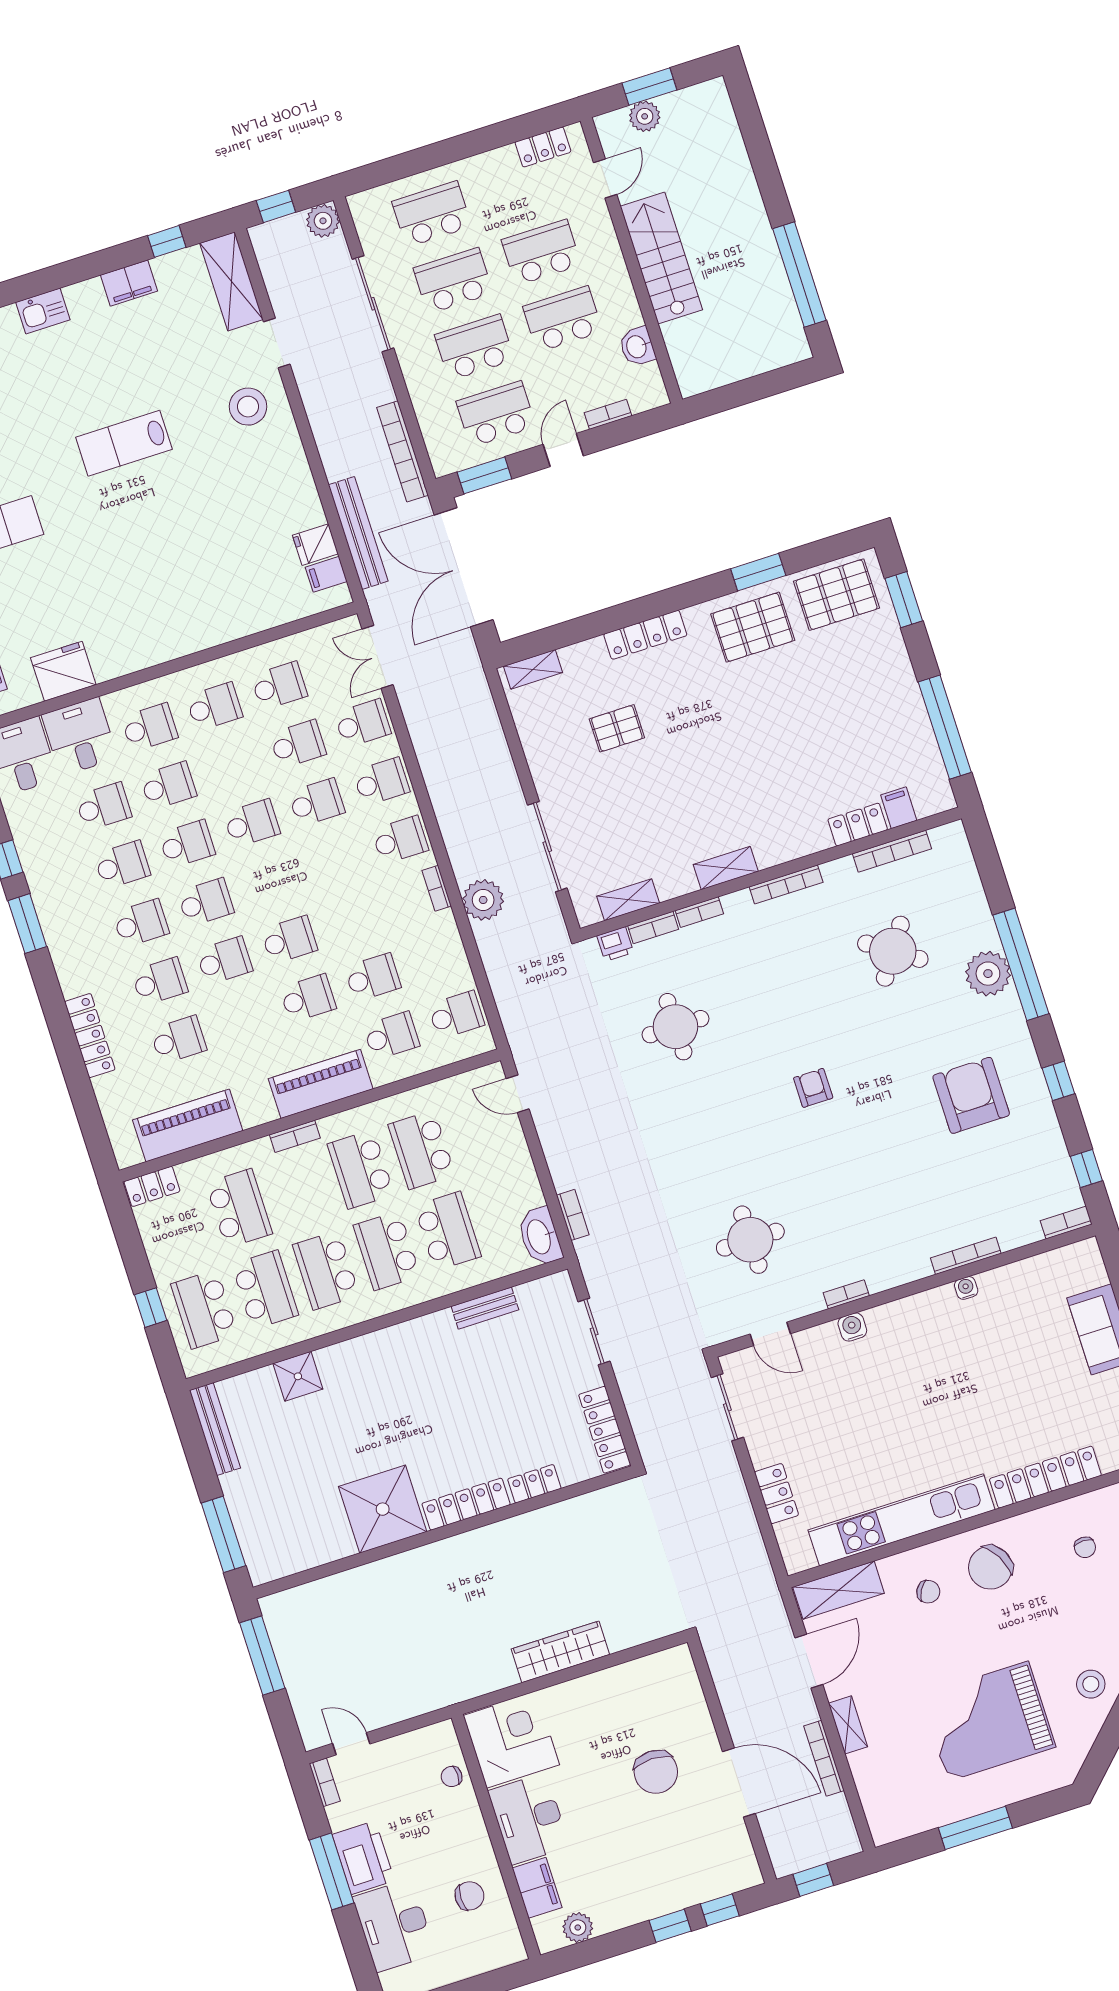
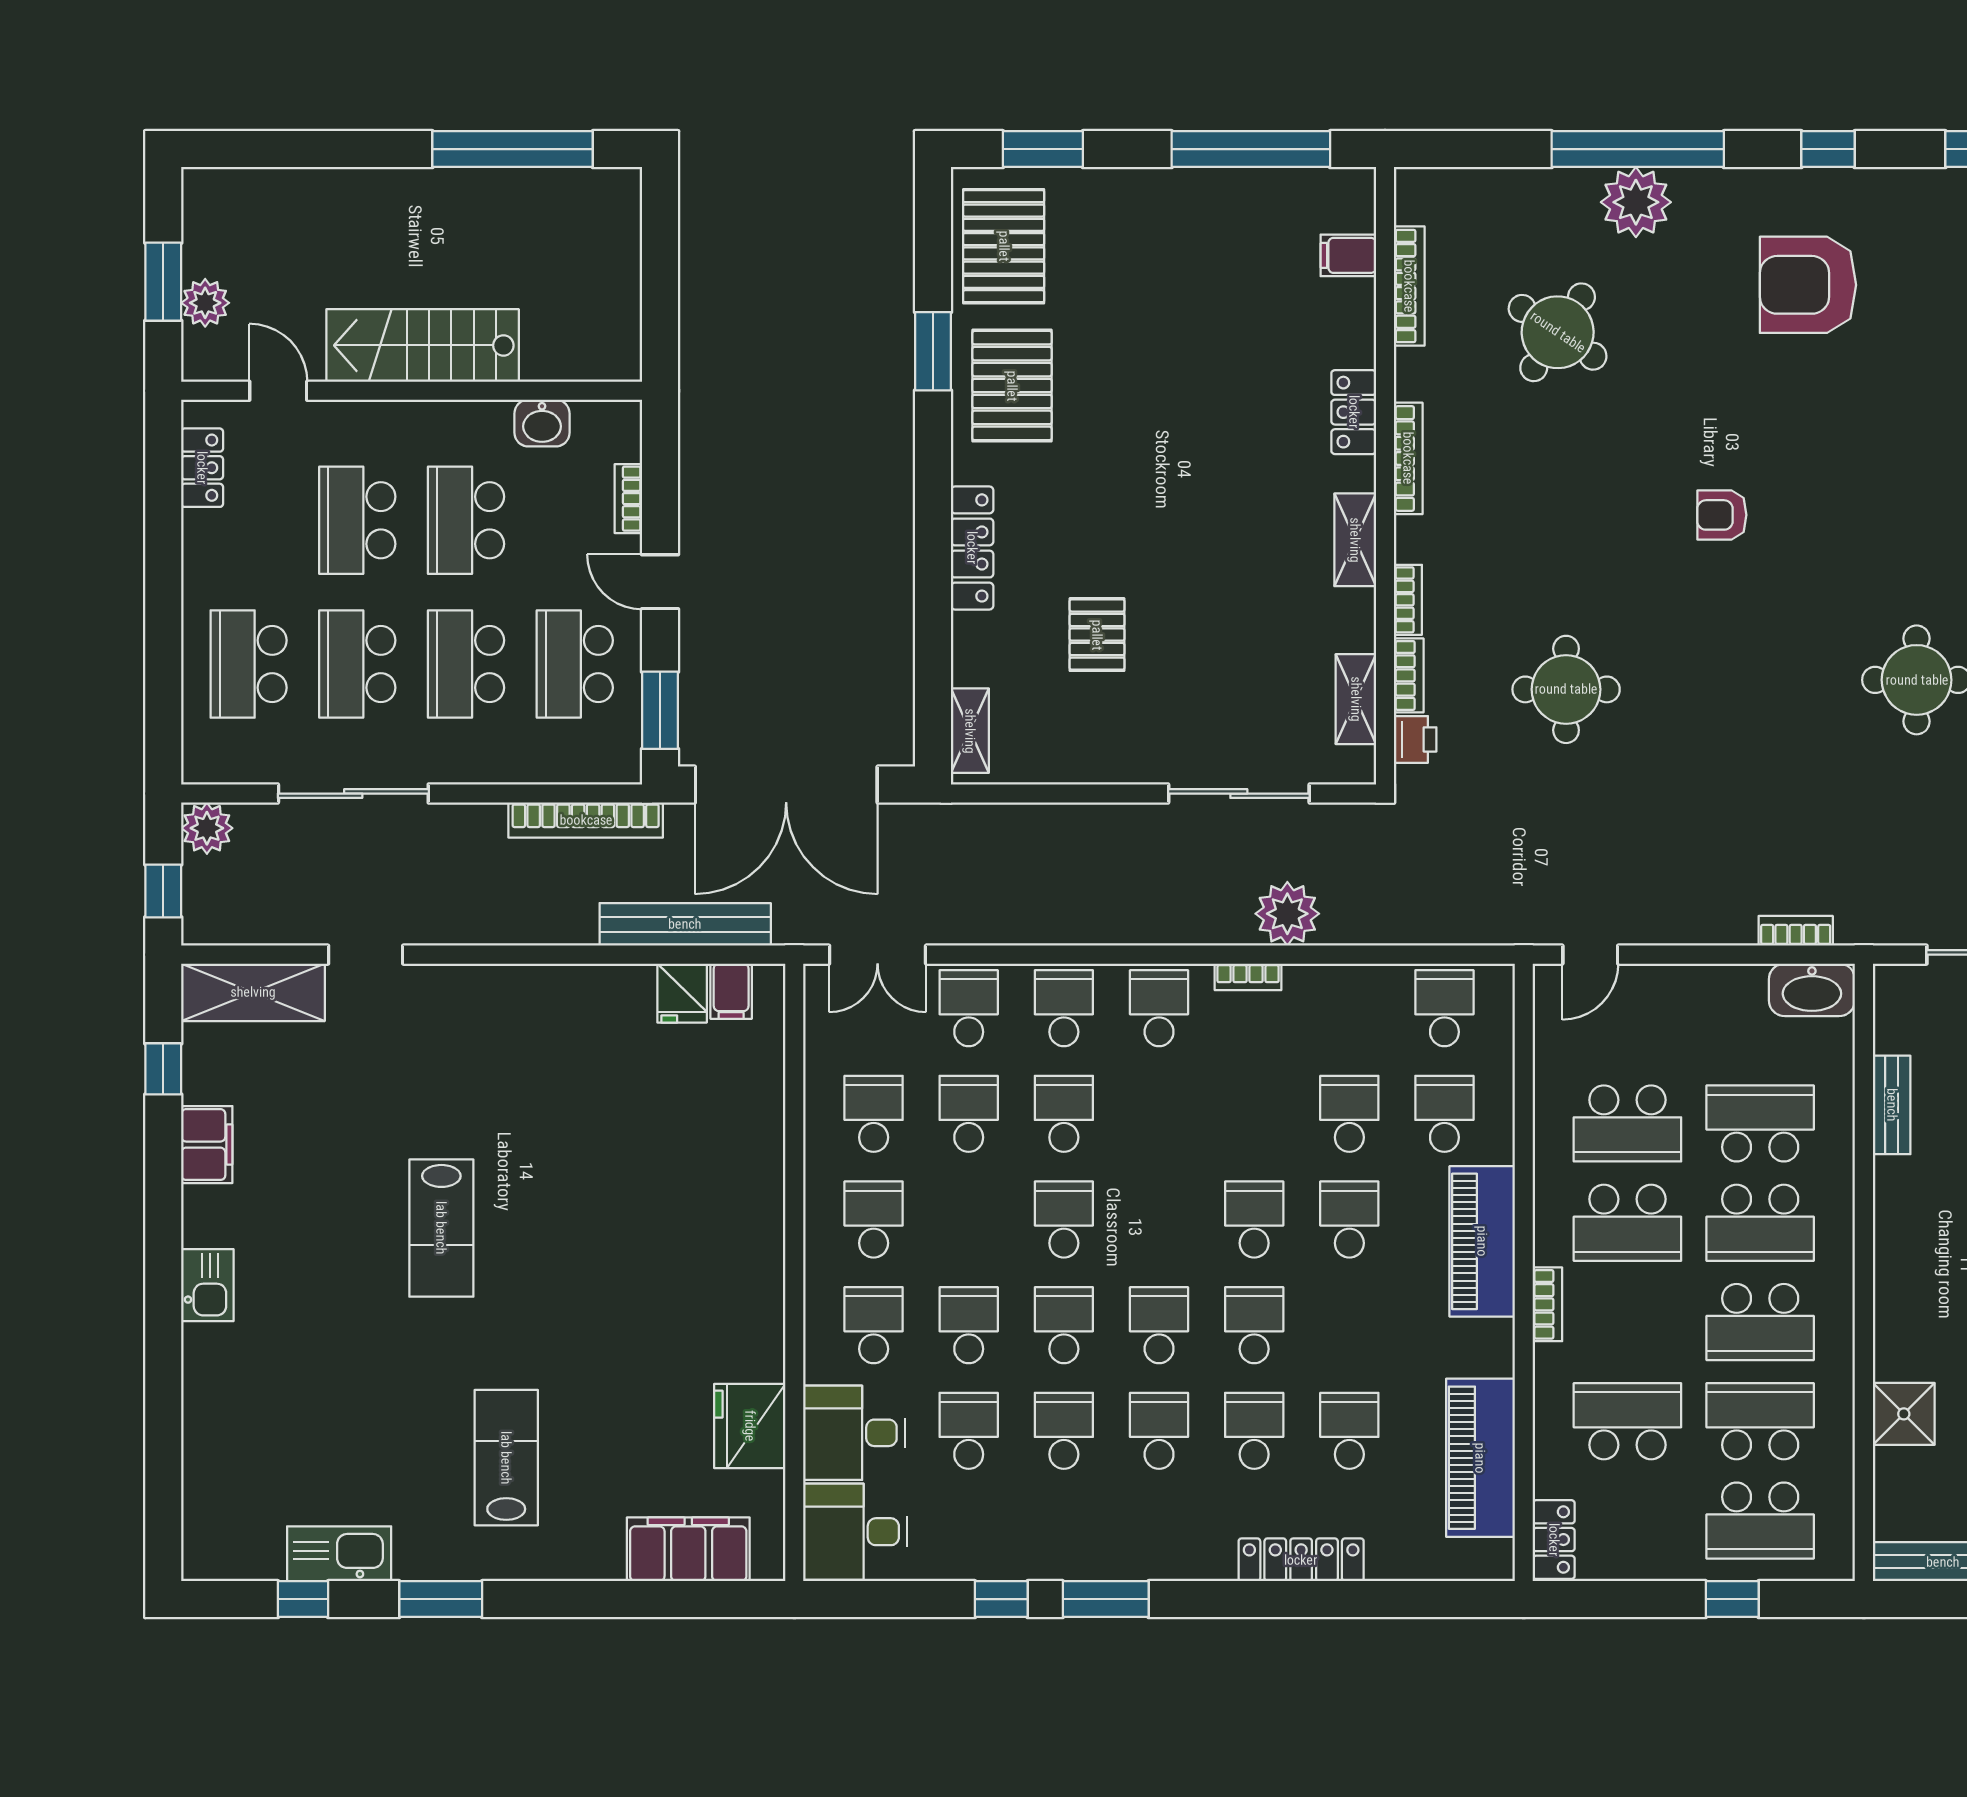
stool: (248, 407) -> (446, 1027), removed
locker: (858, 825) -> (1354, 412), moved

